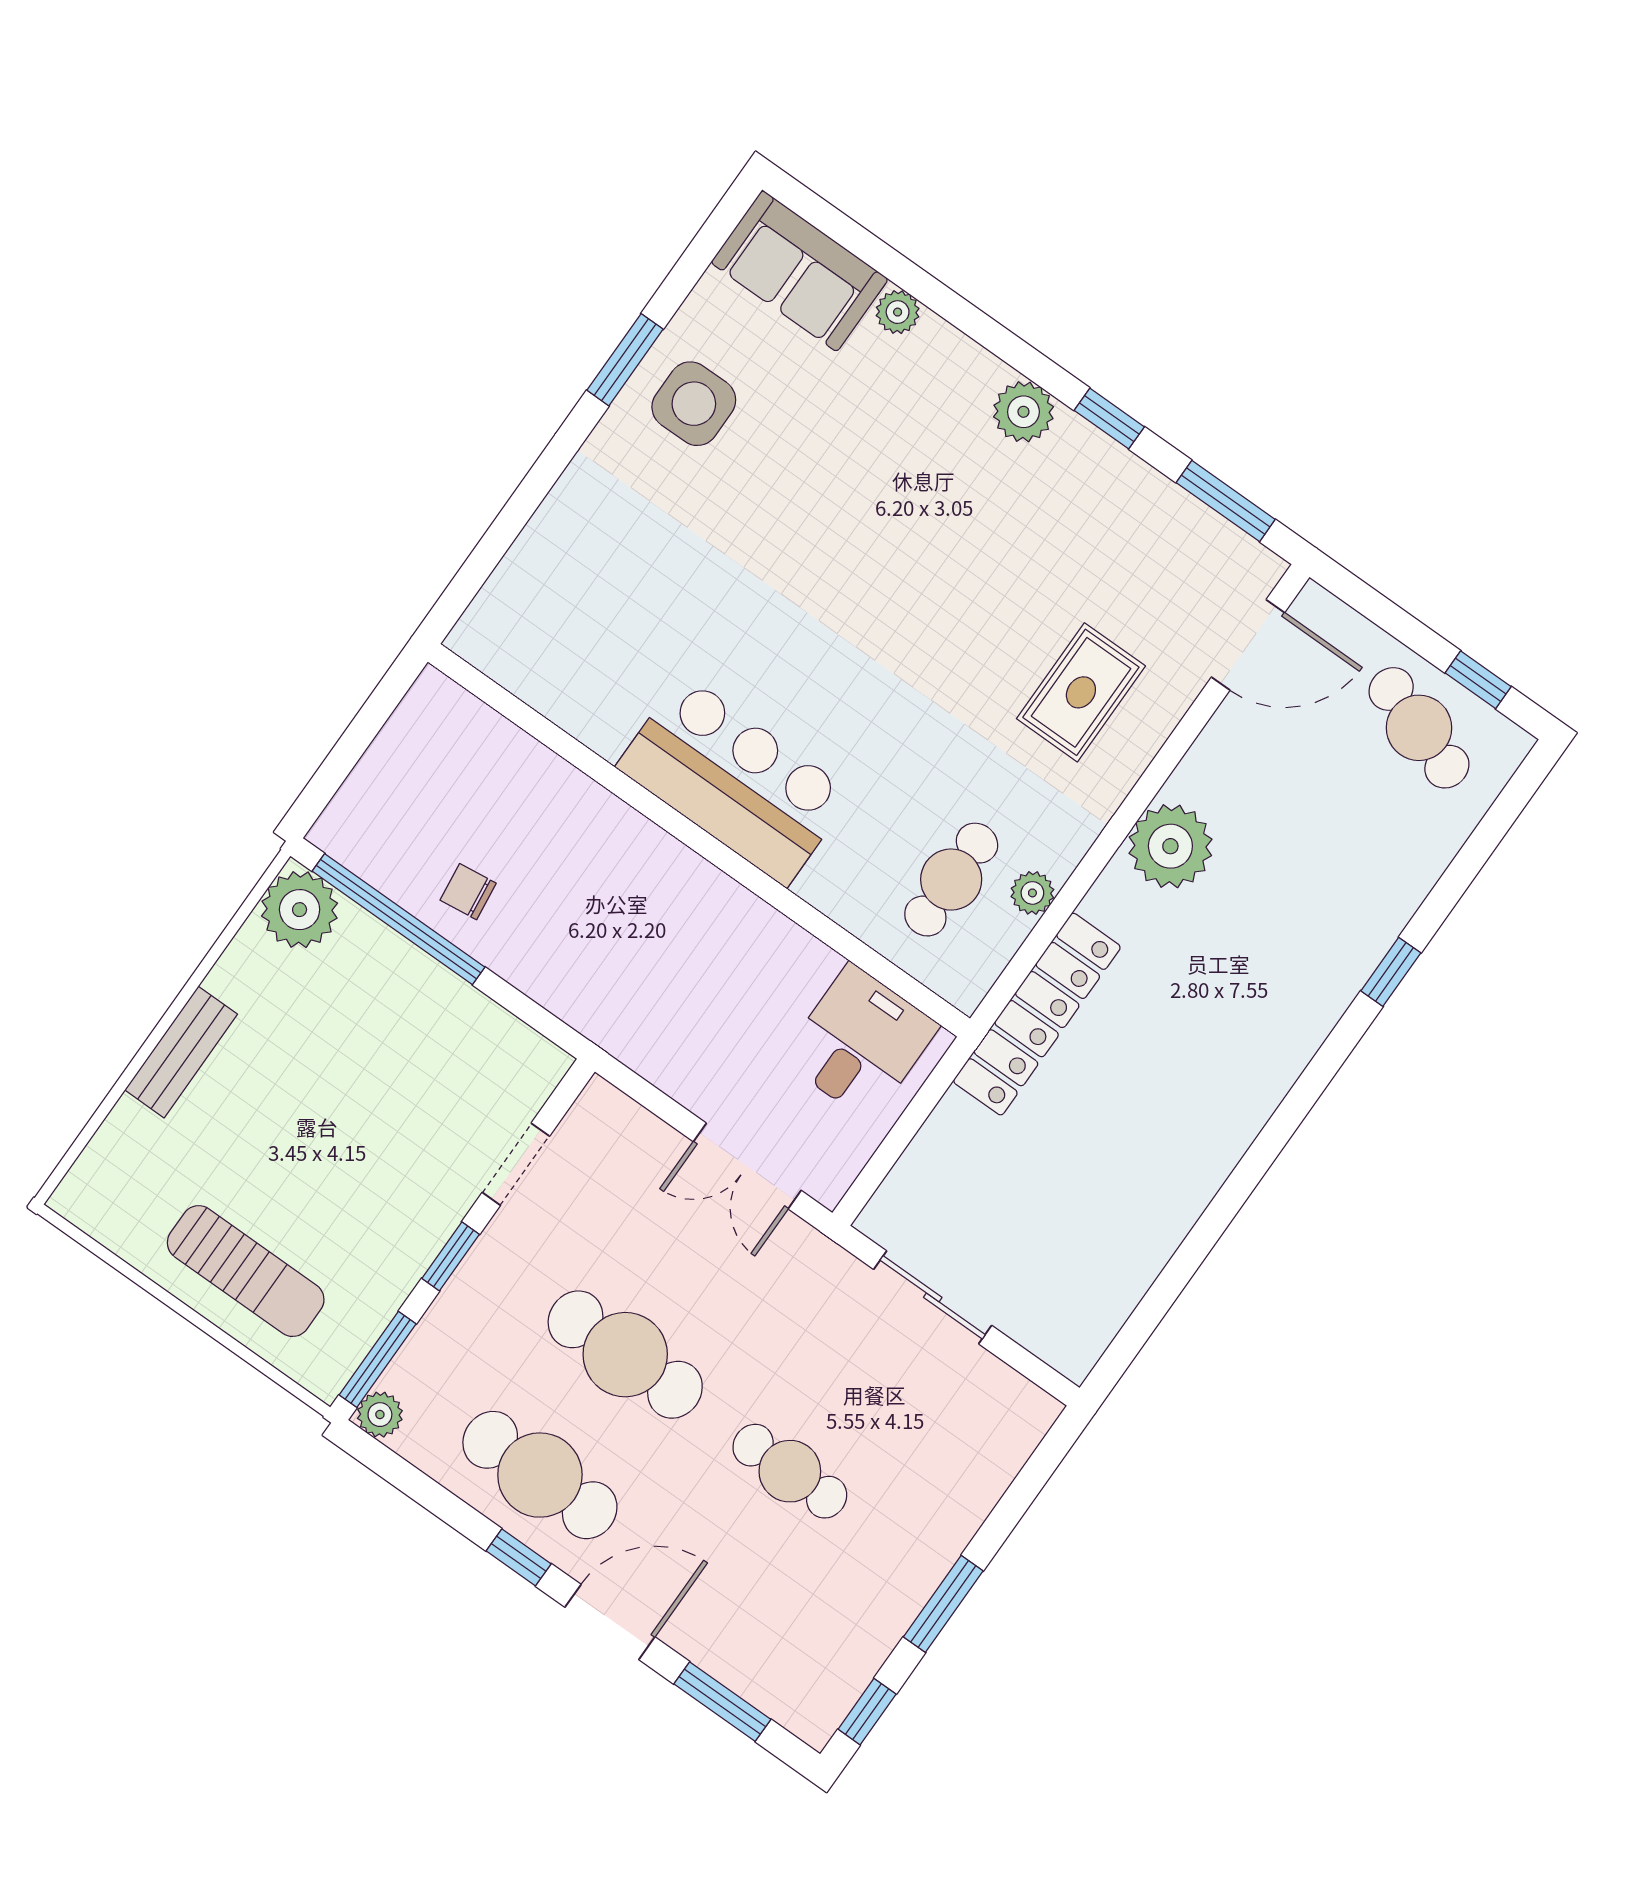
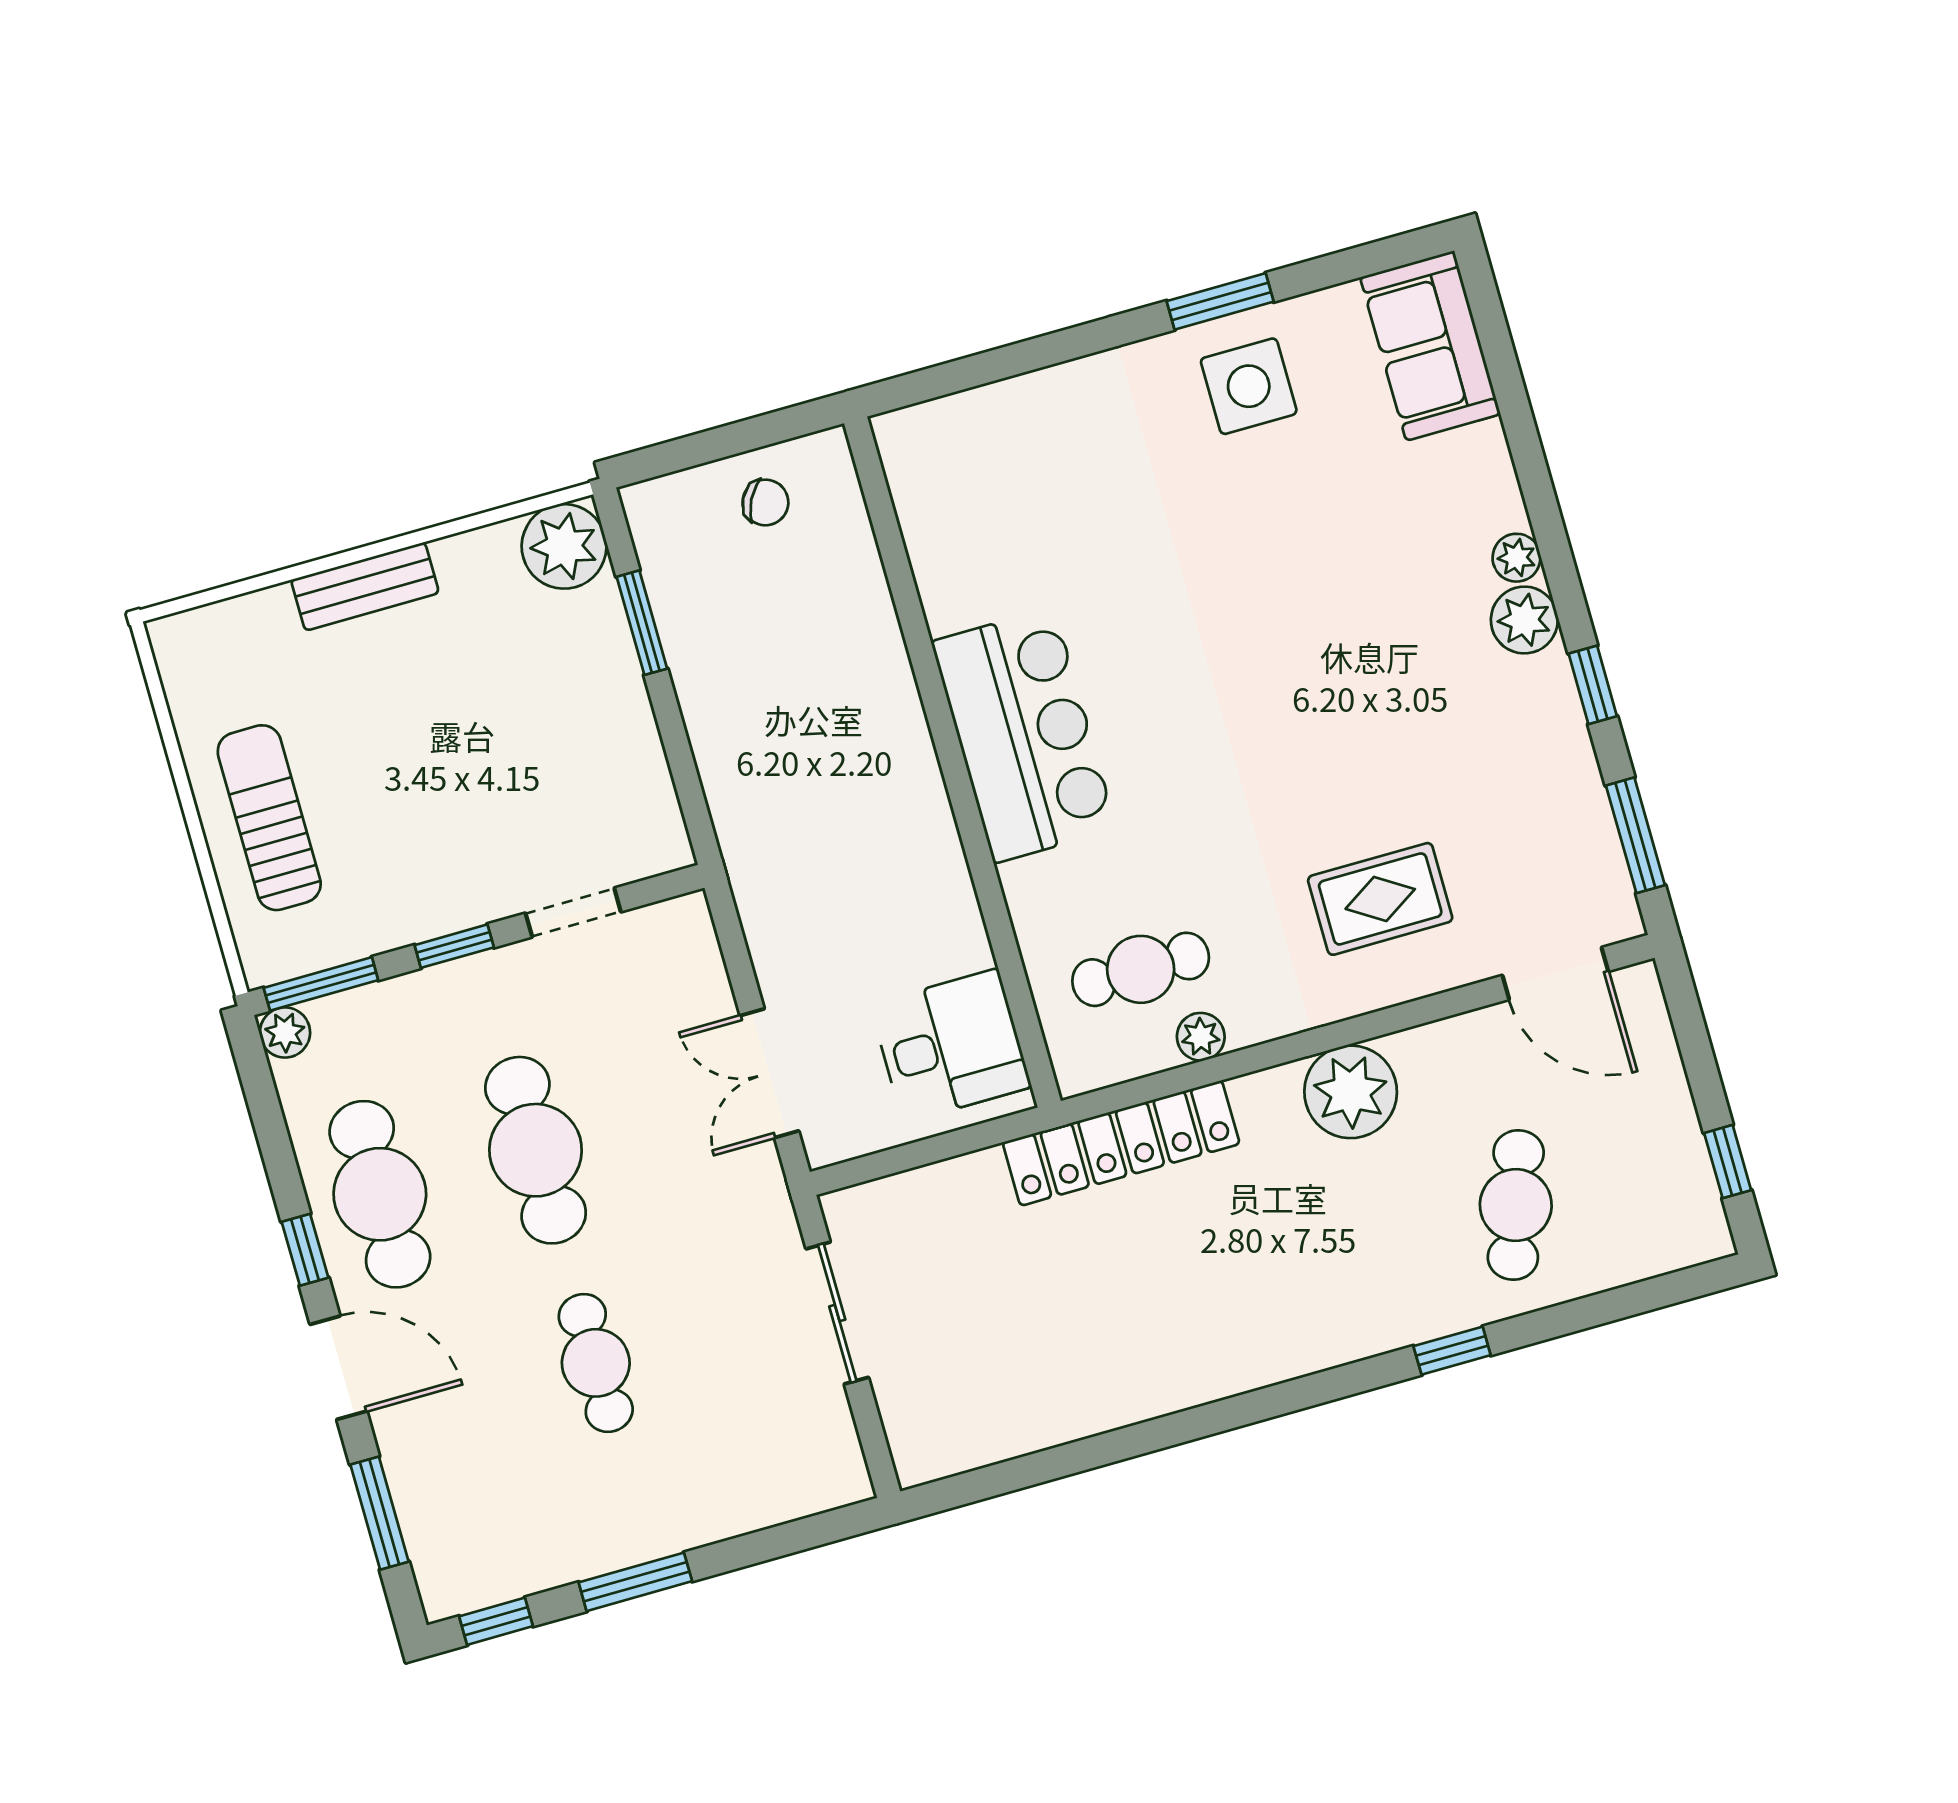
plant: (898, 312) -> (1517, 558), moved
cafe table: (1419, 728) -> (1516, 1205), moved
chair: (468, 892) -> (765, 502), moved, turned 124
window: (399, 919) -> (642, 623), width x0.47
sun lounger: (246, 1271) -> (269, 818), turned 180

